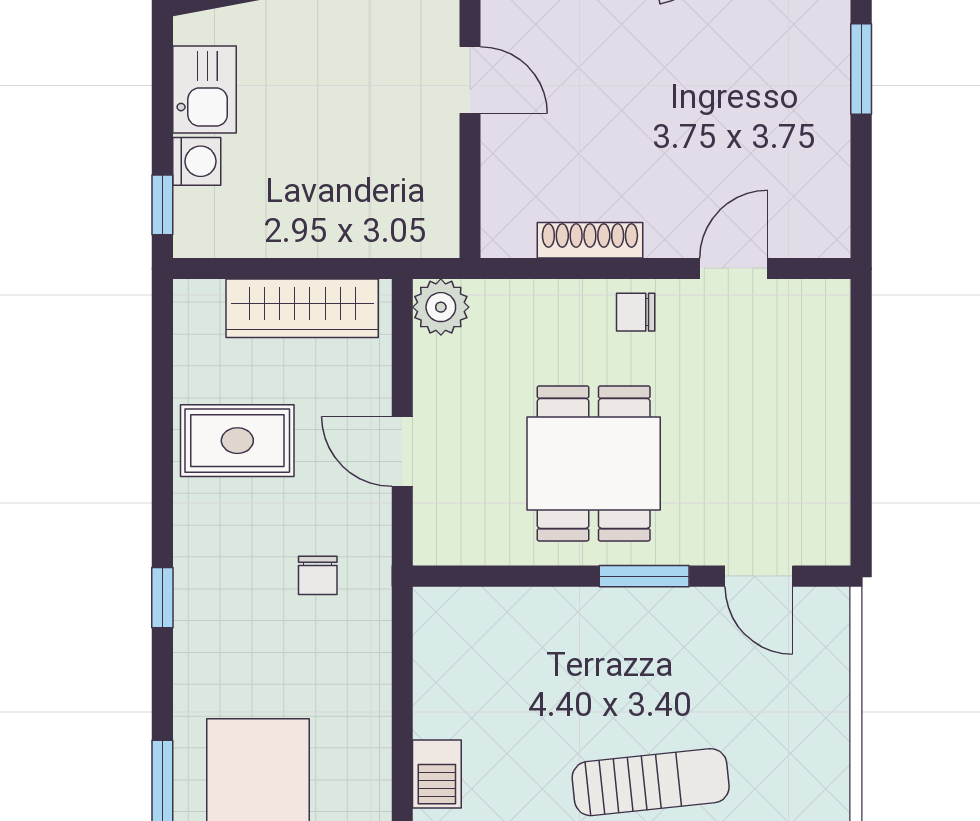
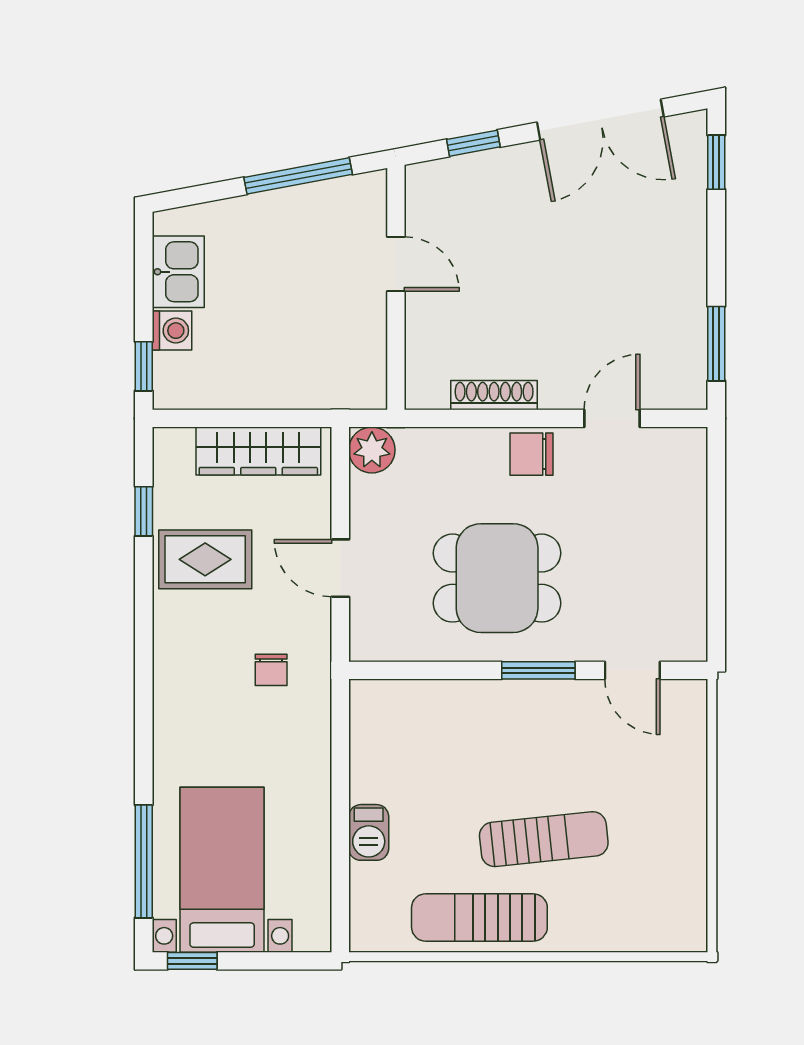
window: (861, 69) -> (716, 344), moved
chair: (636, 312) -> (531, 454), width x1.37, depth x1.37
dining table: (594, 463) -> (497, 578), turned 90
window: (162, 598) -> (144, 511), moved

